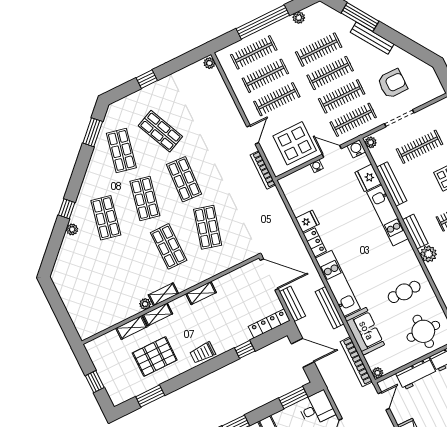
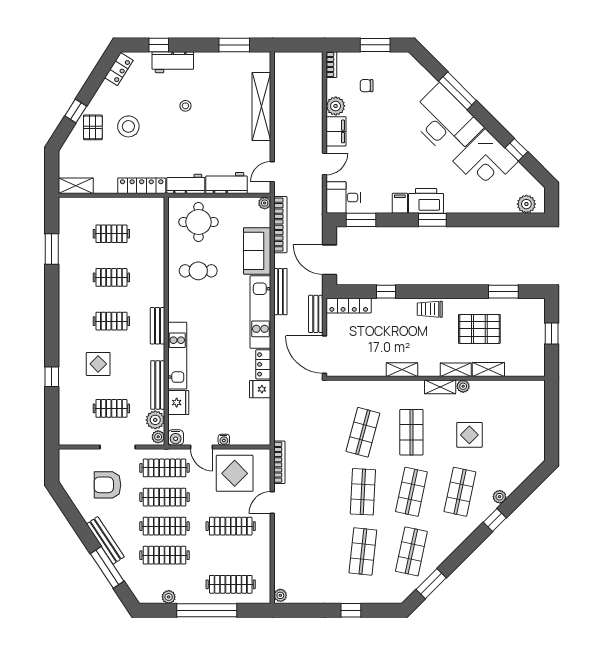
clothes rail: (265, 76) -> (231, 555), removed
shop shelf: (160, 131) -> (363, 551), turned 30
clothes rail: (420, 147) -> (111, 408), width x0.73
plant: (428, 254) -> (155, 420), moved
display table: (121, 267) -> (469, 435), added
trolley: (203, 353) -> (430, 309), turned 180

